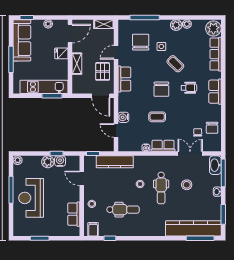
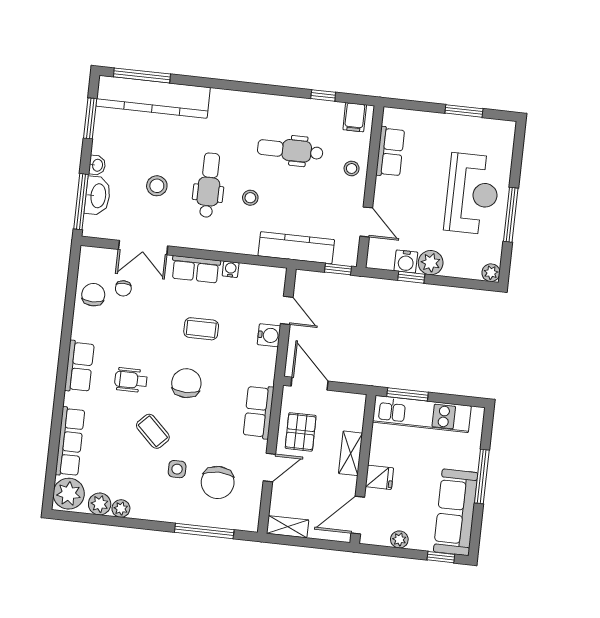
plant: (176, 25) -> (100, 504), moved
washbasin: (215, 165) -> (98, 196), moved

